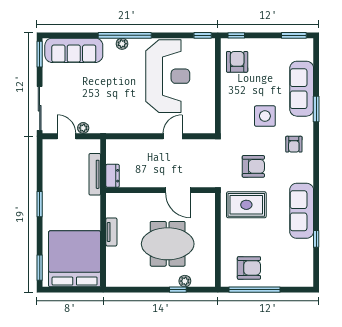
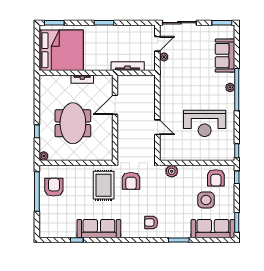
sofa: (74, 50) -> (225, 56), width x0.73
armchair: (237, 62) -> (216, 178), turned 90
reception desk: (168, 76) -> (205, 123), width x0.74, depth x0.77
sofa: (302, 89) -> (213, 229), moved
side table: (265, 116) -> (206, 200), moved
plant: (229, 118) -> (172, 171), added
armchair: (253, 166) -> (131, 181), moved
dresser: (113, 176) -> (126, 80), removed
door: (178, 190) -> (115, 105), moved
armchair: (249, 268) -> (54, 187), turned 180
plant: (185, 281) -> (44, 156), moved

